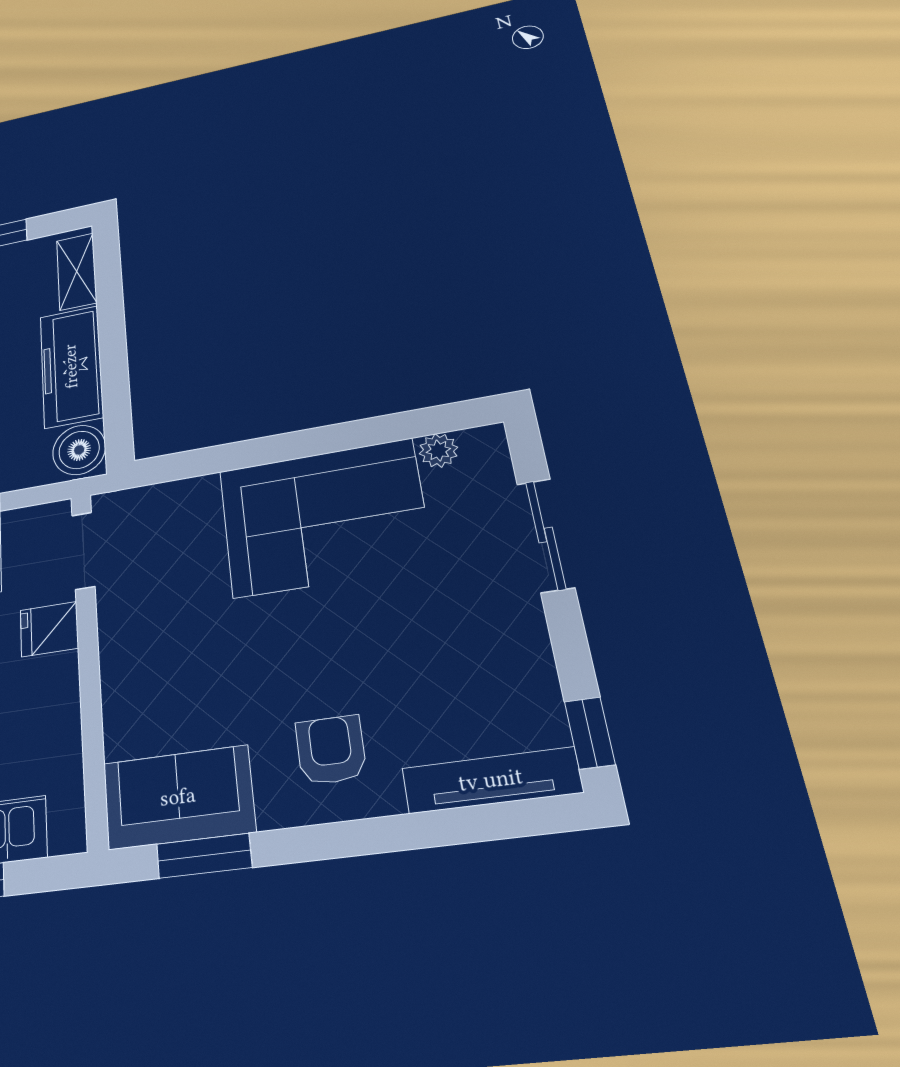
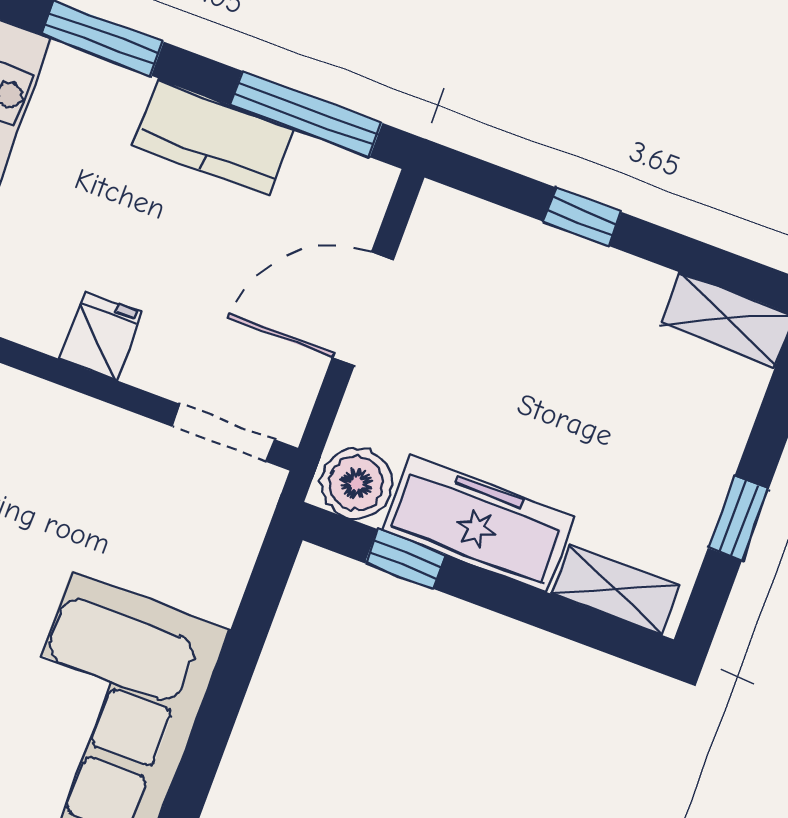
window: (116, 394) -> (405, 559), added
fridge: (49, 629) -> (100, 336), moved

